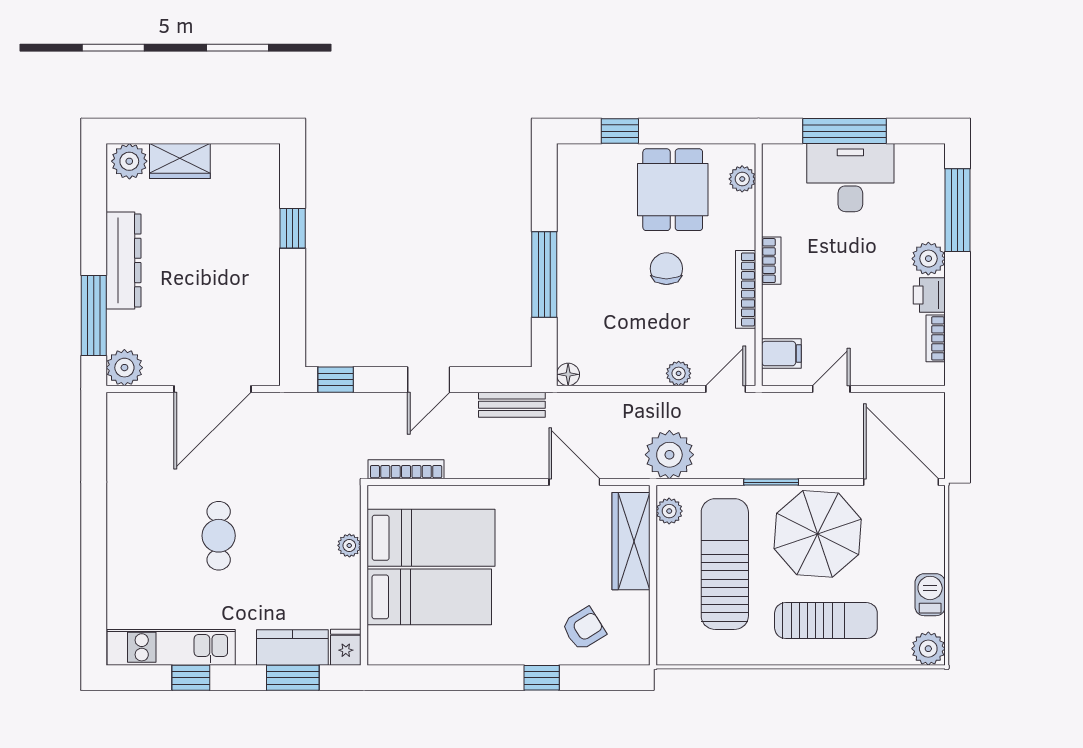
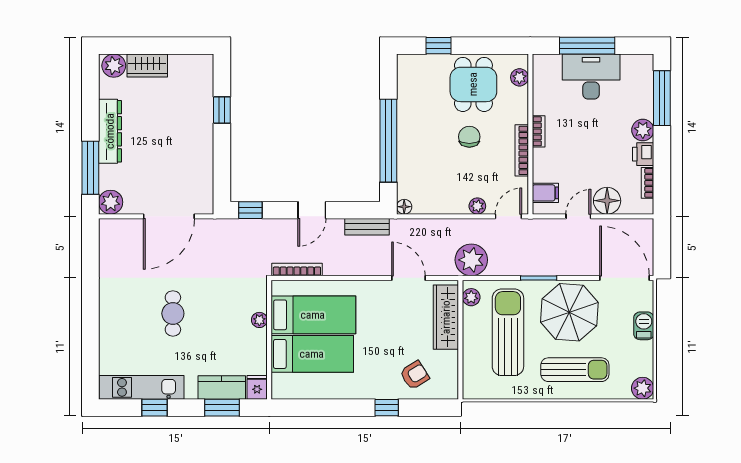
window: (544, 274) -> (388, 141), width x1.46
floor lamp: (875, 365) -> (607, 201), added
barbecue: (930, 595) -> (644, 326), moved

